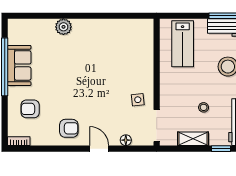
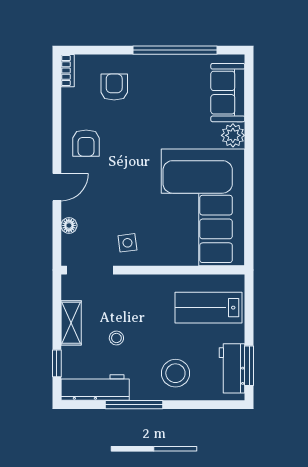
corner sofa: (113, 47) -> (203, 207), added
sofa: (19, 65) -> (228, 93), moved, turned 90

